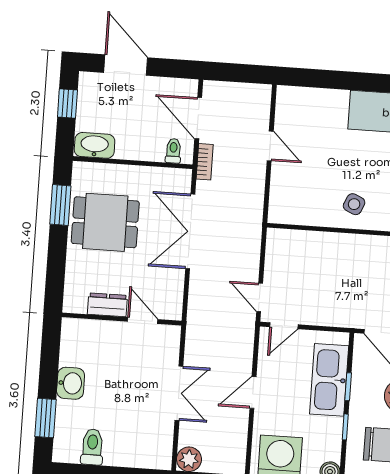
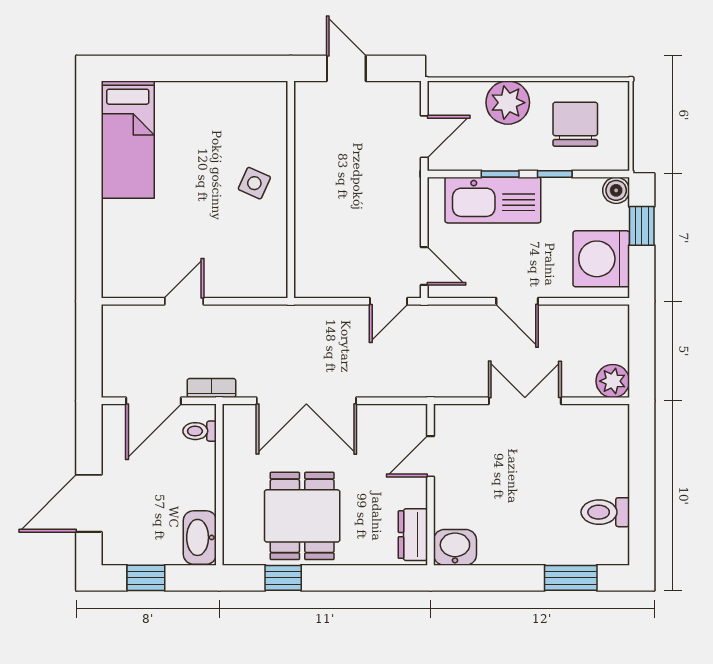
window: (60, 205) -> (283, 578), width x0.67
dresser: (107, 305) -> (413, 535), moved
washbasin: (71, 383) -> (455, 547), moved

